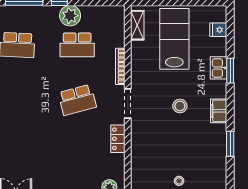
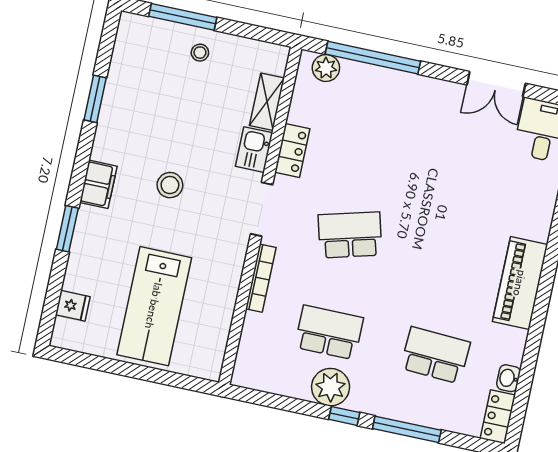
shelving: (137, 25) -> (267, 102), moved
kitchen sink: (218, 68) -> (254, 150), moved, turned 180
filing cabinet: (219, 111) -> (98, 184), moved

